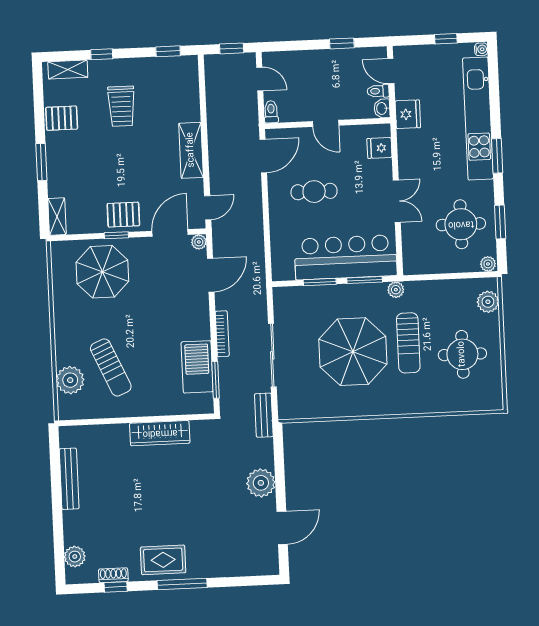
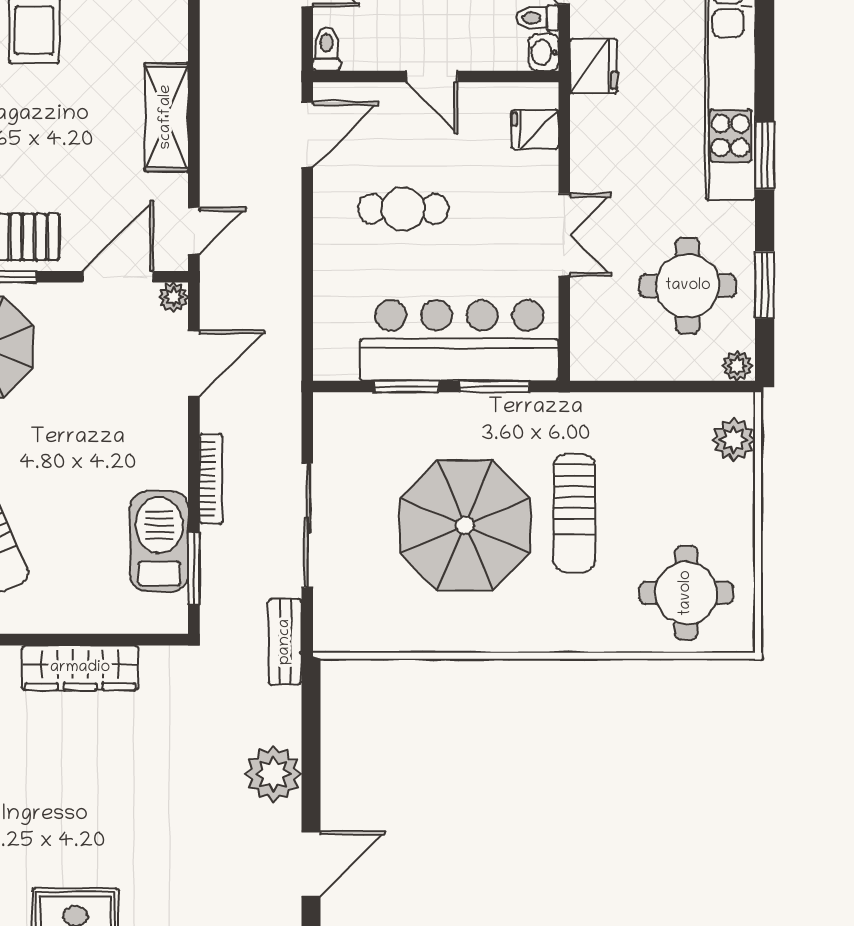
plant: (396, 290) -> (555, 408), removed
round table: (462, 354) -> (686, 593), moved

